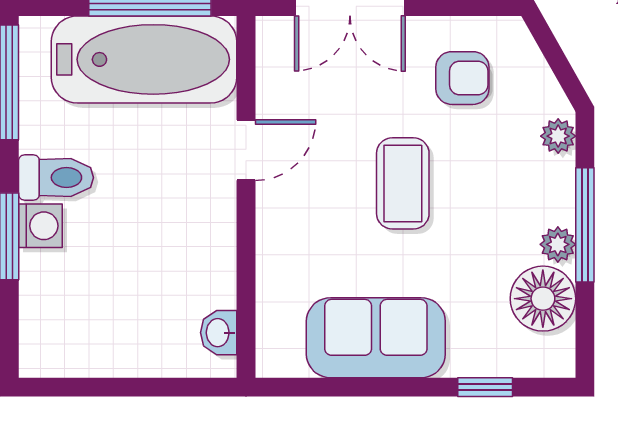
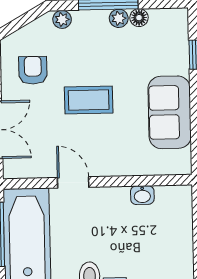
floor lamp: (543, 299) -> (139, 18), width x0.53, depth x0.53
washbasin: (219, 333) -> (142, 195), moved

